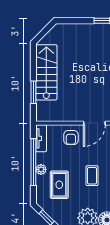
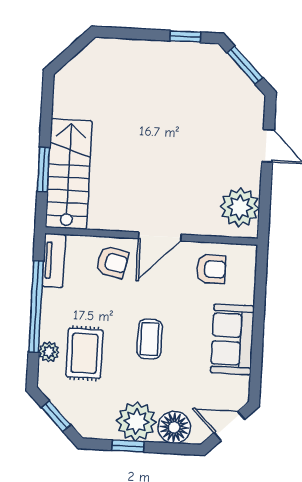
stairs: (46, 72) -> (69, 174), moved
armchair: (71, 138) -> (112, 262), turned -78
plant: (41, 169) -> (49, 352), moved

